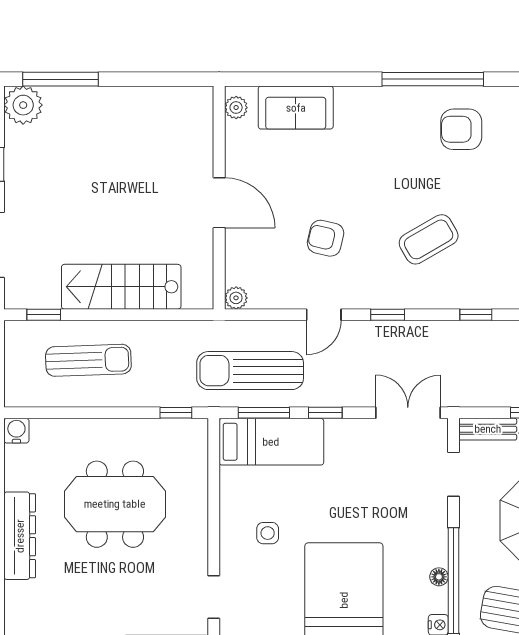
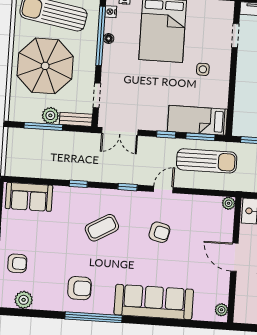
plant: (236, 108) -> (221, 310), moved
sofa: (296, 108) -> (154, 302), width x1.85, depth x1.27
wall: (219, 198) -> (234, 260), moved
door: (219, 203) -> (234, 257), moved
plant: (236, 298) -> (229, 203), moved

